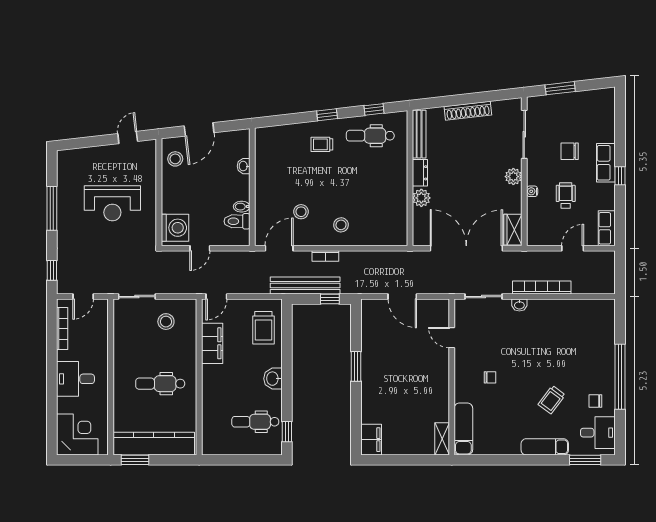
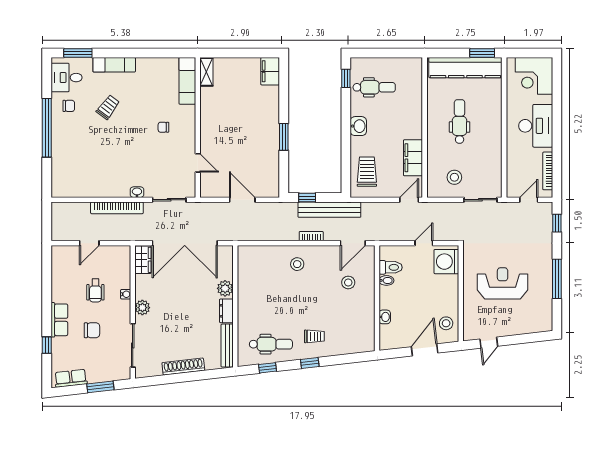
window: (620, 176) -> (47, 345), moved
stool: (301, 212) -> (348, 282), moved
row of seats: (607, 228) -> (71, 378), moved, turned -96
desk: (75, 379) -> (536, 126), width x1.37
dental chair: (160, 384) -> (460, 122), turned -90

